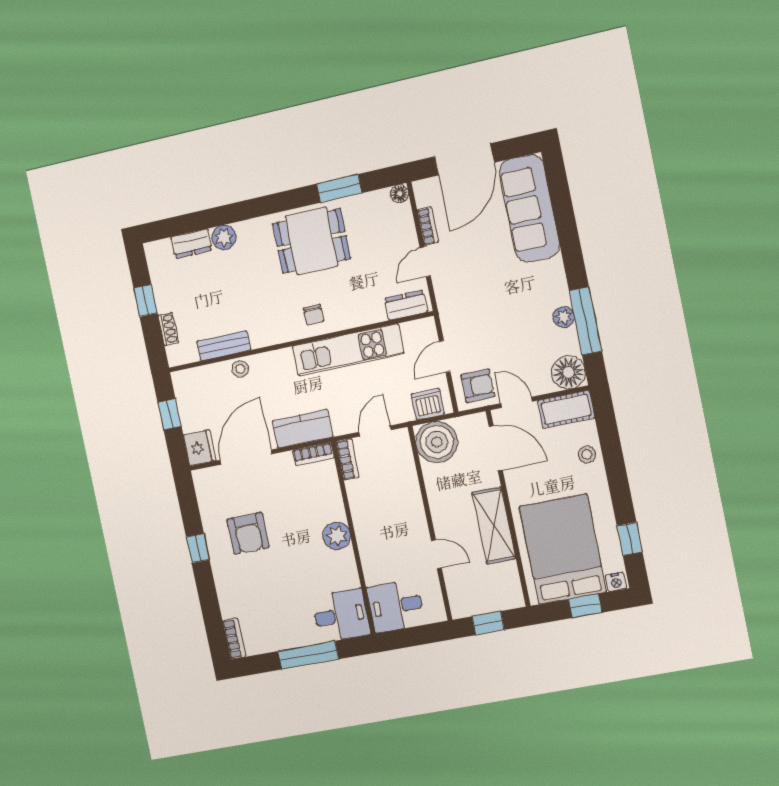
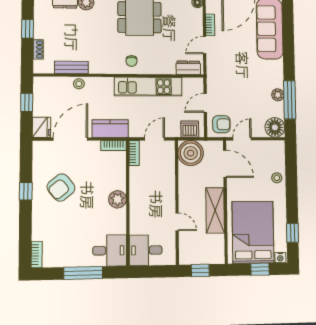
door: (517, 402) -> (242, 139), hinge flipped
cot: (566, 409) -> (270, 149), removed
armchair: (248, 533) -> (61, 187), turned 51

